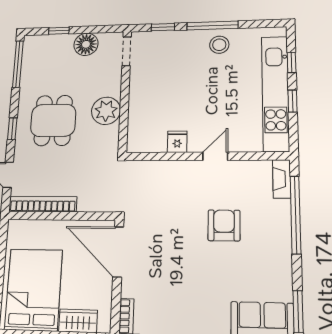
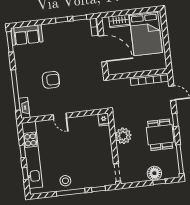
floor lamp: (86, 44) -> (154, 173), moved
dining table: (53, 120) -> (160, 135), moved
fridge: (177, 142) -> (104, 120), moved
door: (215, 156) -> (60, 116), hinge flipped
armchair: (224, 225) -> (51, 80), turned -90
door: (118, 252) -> (103, 49), moved

